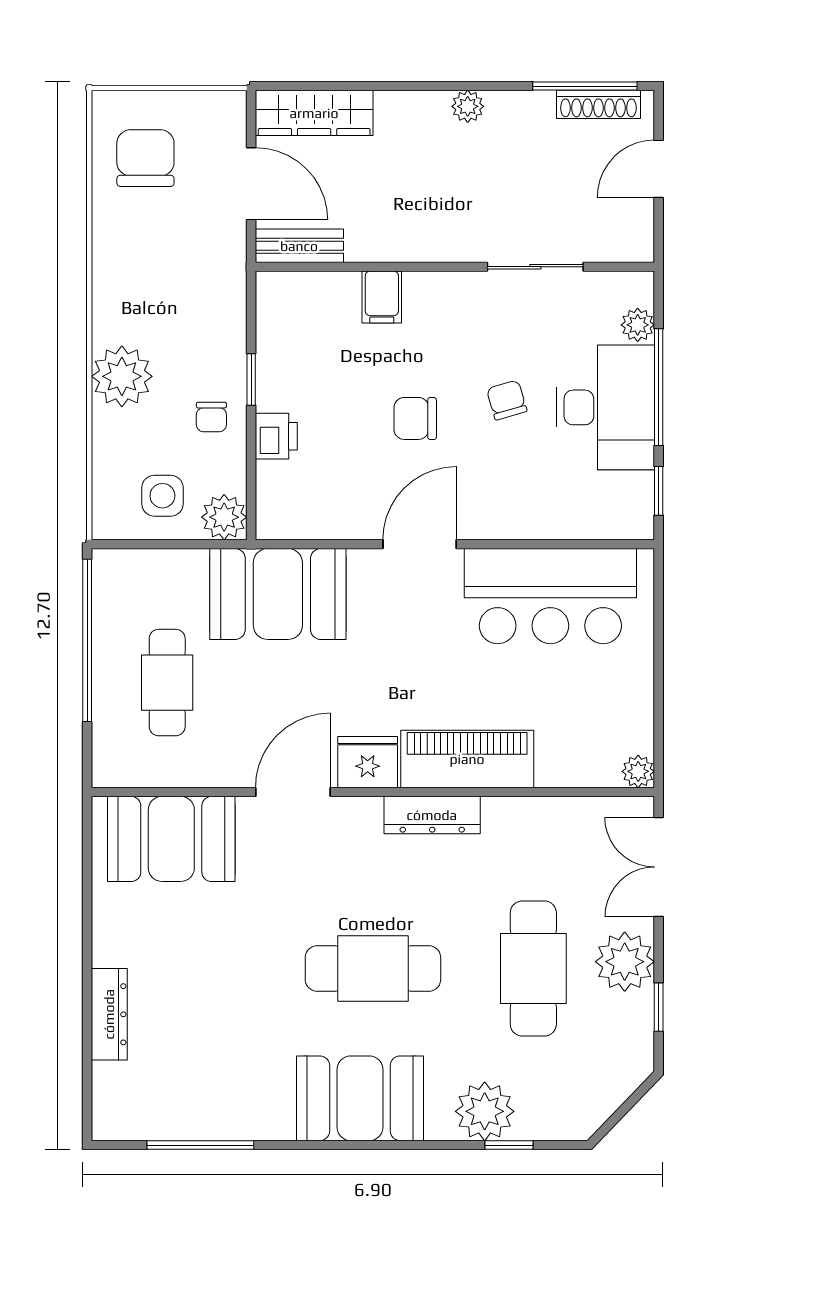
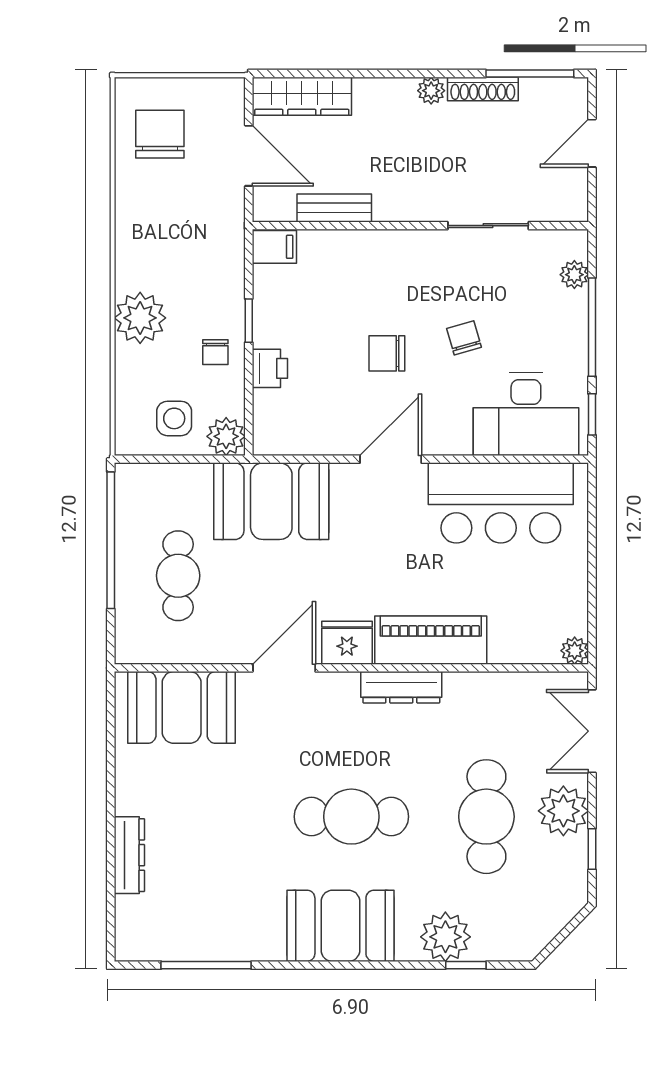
shoe rack: (598, 104) -> (483, 89), moved
bench: (299, 246) -> (334, 208), moved
filing cabinet: (382, 297) -> (274, 247), moved, turned -90
desk: (605, 407) -> (526, 414), moved, turned 90

